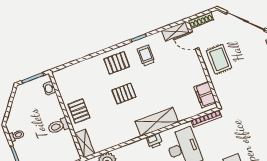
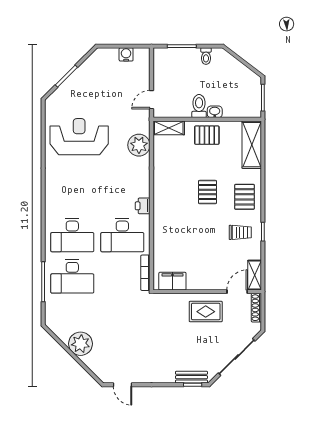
washbasin: (49, 88) -> (215, 112), moved
shelving: (157, 122) -> (252, 145), moved

